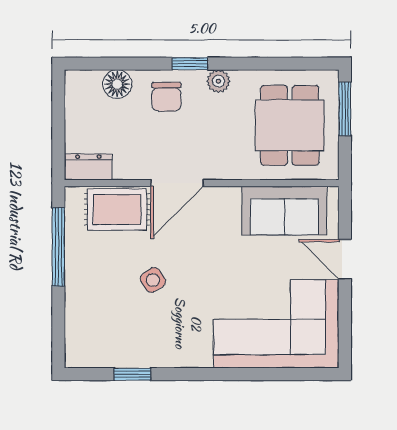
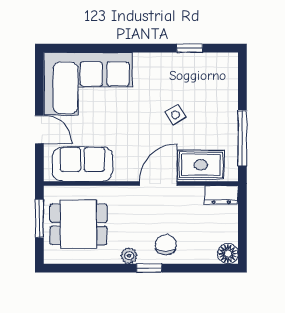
floor lamp: (117, 84) -> (228, 254), moved
window: (345, 109) -> (39, 218), moved
dining table: (290, 125) -> (79, 224), turned 90

